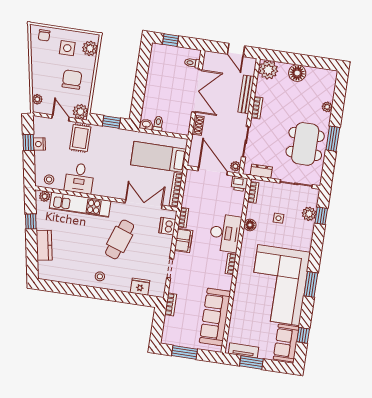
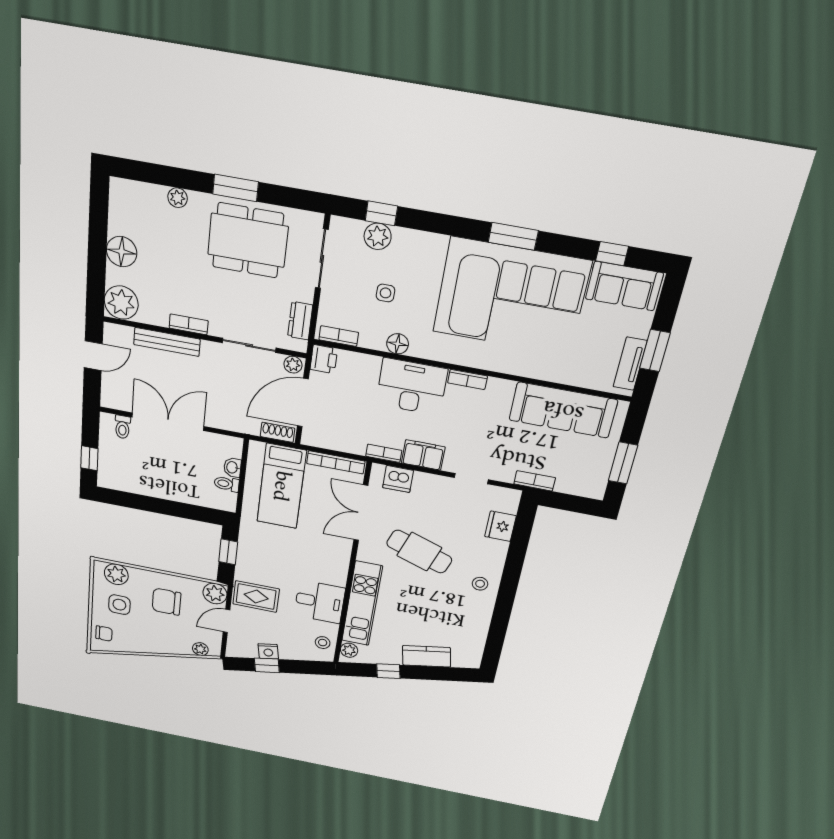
washbasin: (146, 124) -> (232, 467), moved
shoe rack: (198, 125) -> (278, 432), moved

